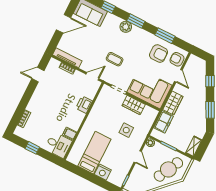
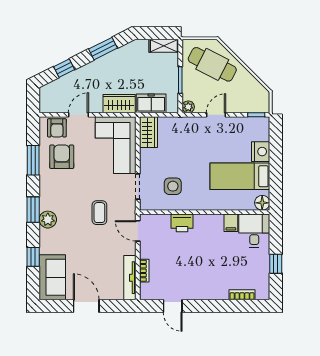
wardrobe: (134, 105) -> (149, 132), moved
side table: (126, 130) -> (173, 186), moved
floor lamp: (72, 158) -> (262, 203), added

